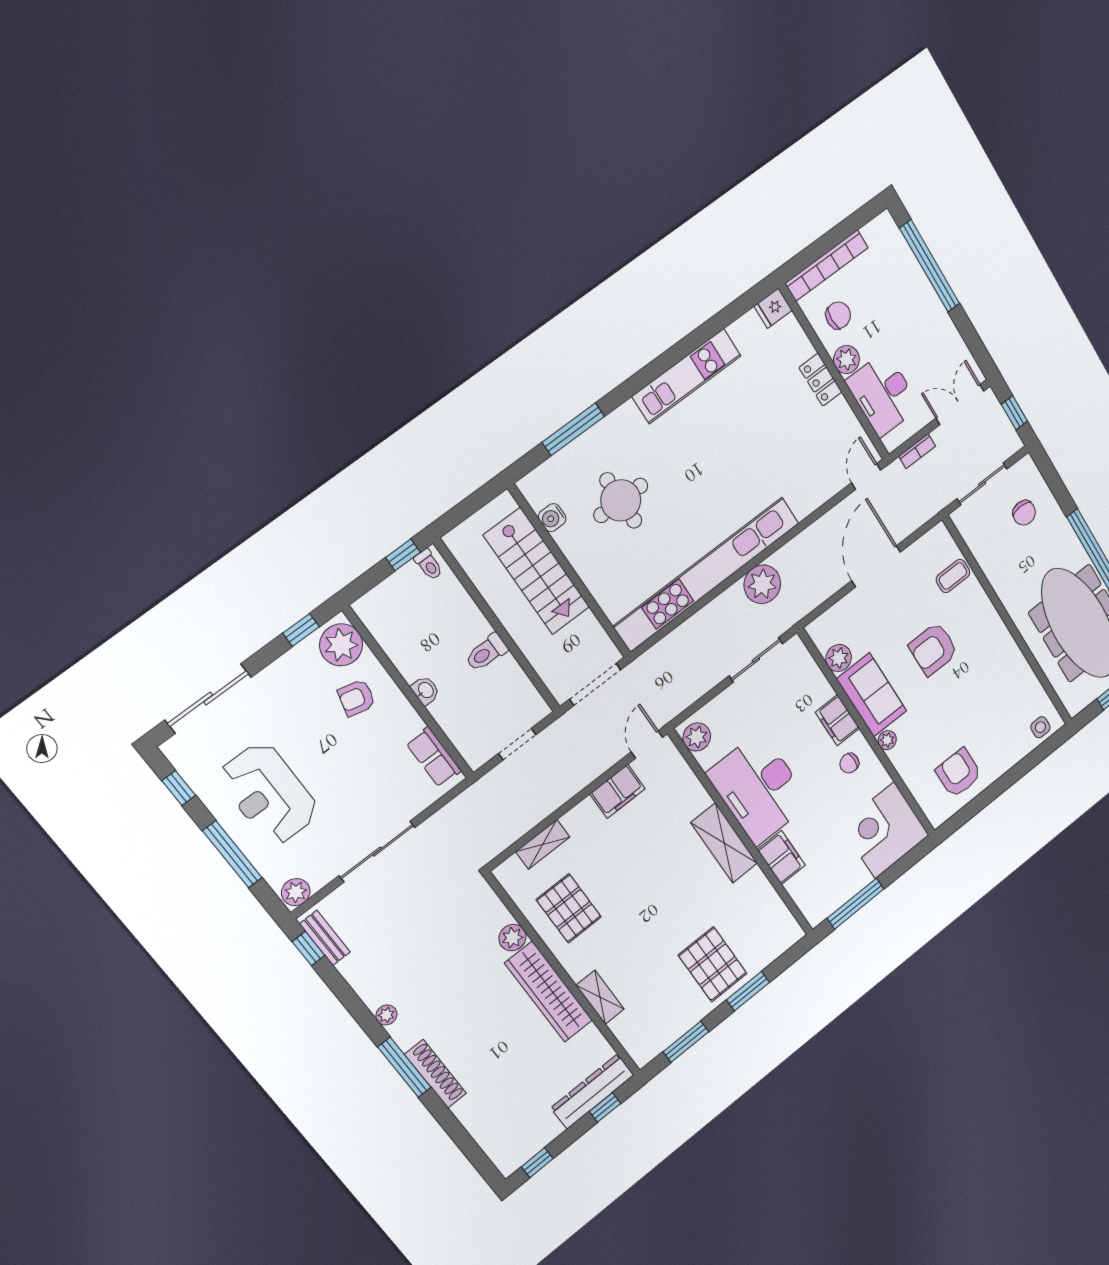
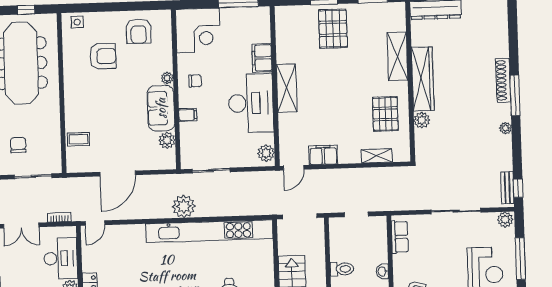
armchair: (933, 649) -> (103, 56), moved
filing cabinet: (837, 720) -> (188, 115), width x0.50
shelving: (600, 997) -> (397, 56), width x1.50, depth x1.33

